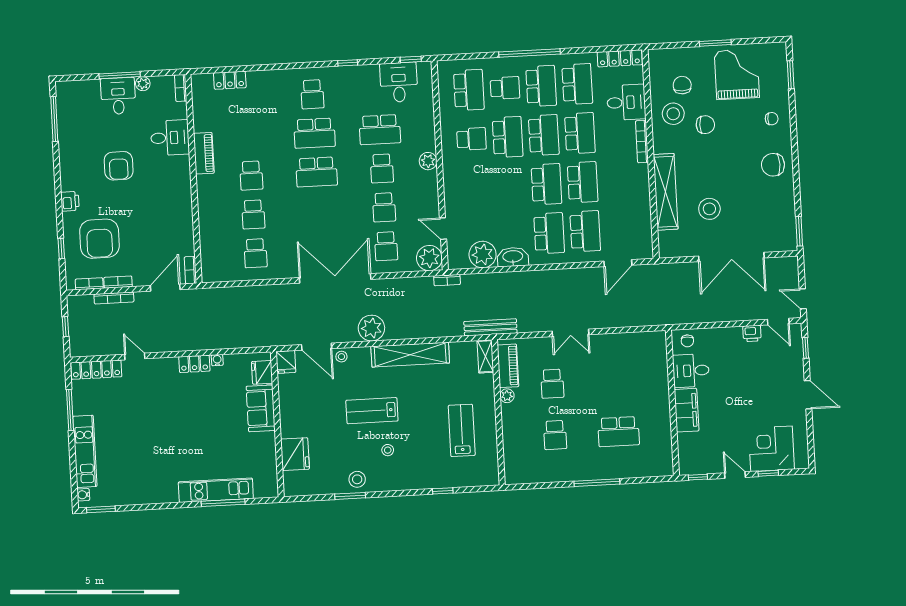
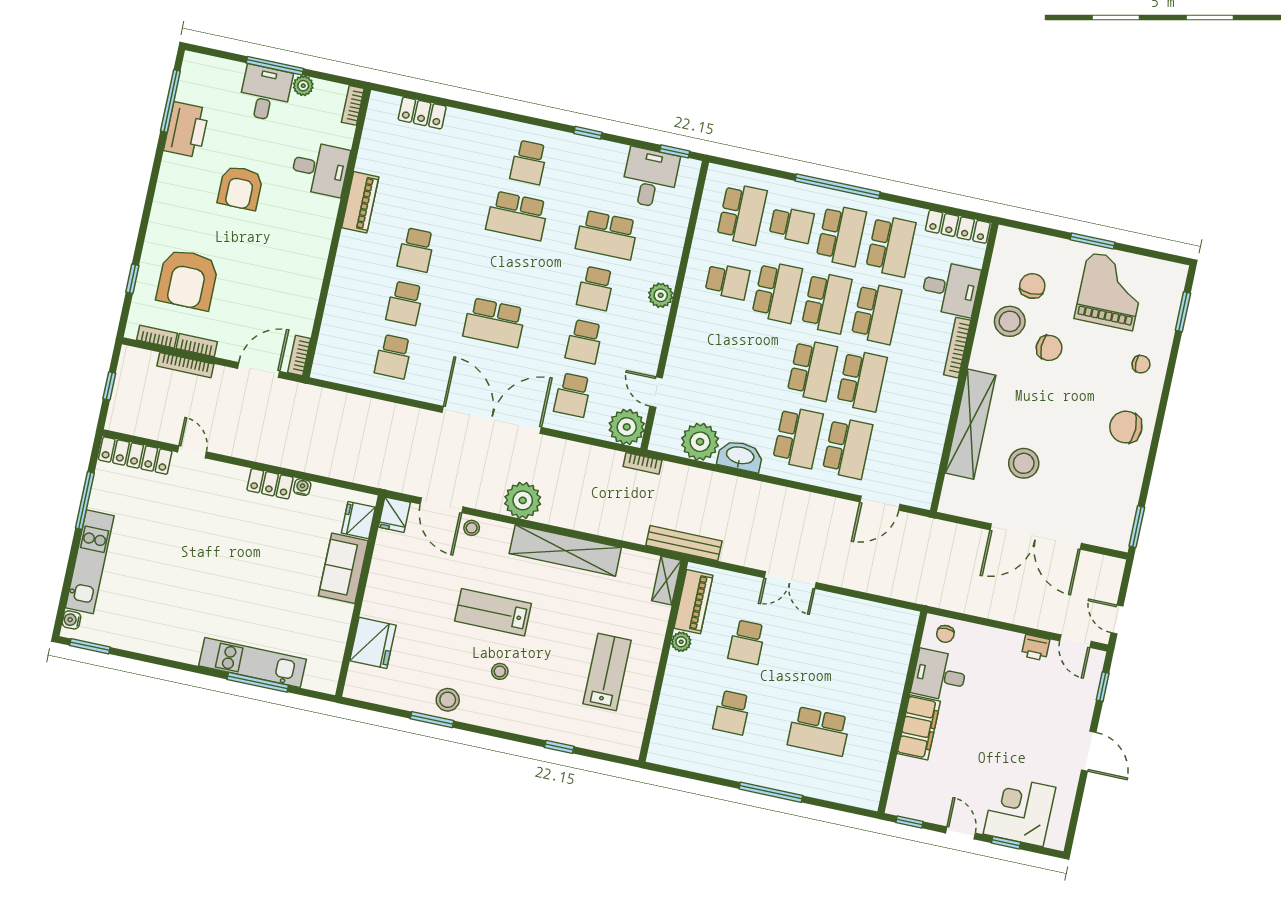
school desk: (317, 172) -> (494, 322), moved
printer: (70, 201) -> (186, 130), moved, width x1.87, depth x1.48

